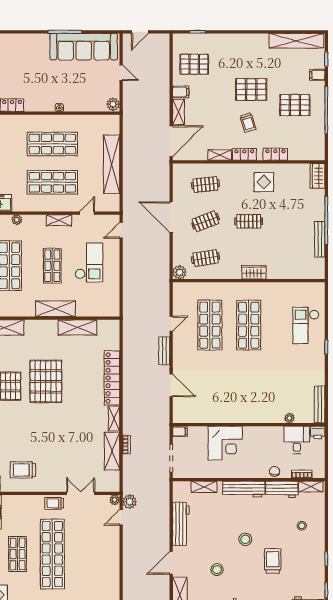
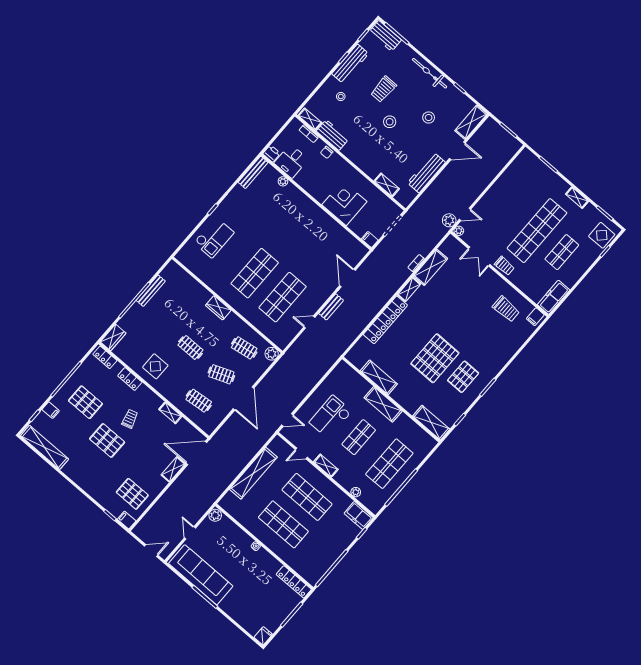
filing cabinet: (181, 92) -> (127, 520), moved
locker: (244, 154) -> (105, 357), moved
workbench: (244, 489) -> (350, 64), moved, turned 90

